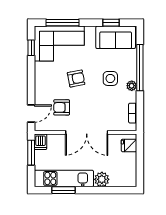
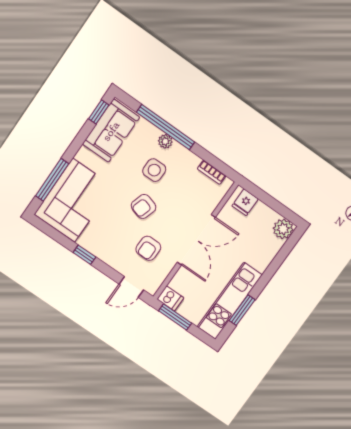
window: (111, 23) -> (99, 112), moved
window: (31, 48) -> (84, 255), moved
armchair: (76, 79) -> (144, 206), moved, turned -152
plant: (132, 86) -> (165, 141), moved
door: (31, 114) -> (131, 287), swing flipped
plant: (102, 179) -> (283, 229), moved

